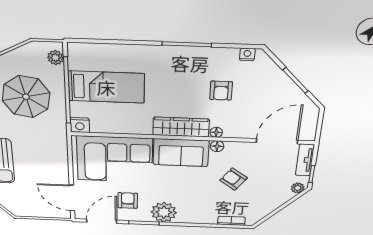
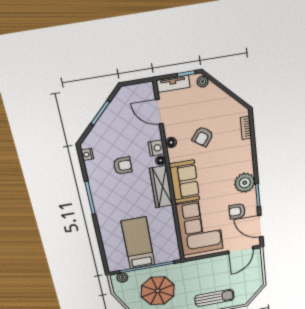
nightstand: (80, 125) -> (156, 148), moved
door: (277, 141) -> (159, 112), width x0.73
floor lamp: (217, 146) -> (171, 143), moved

